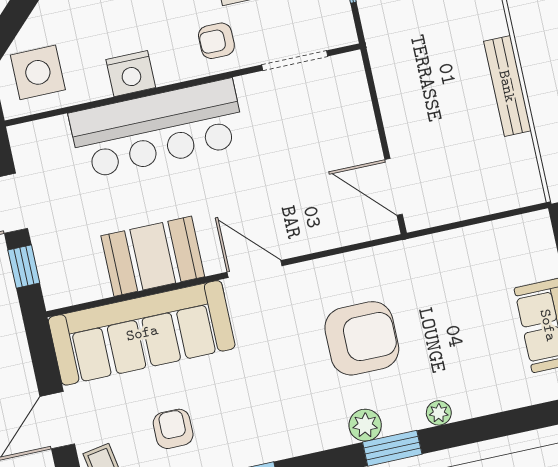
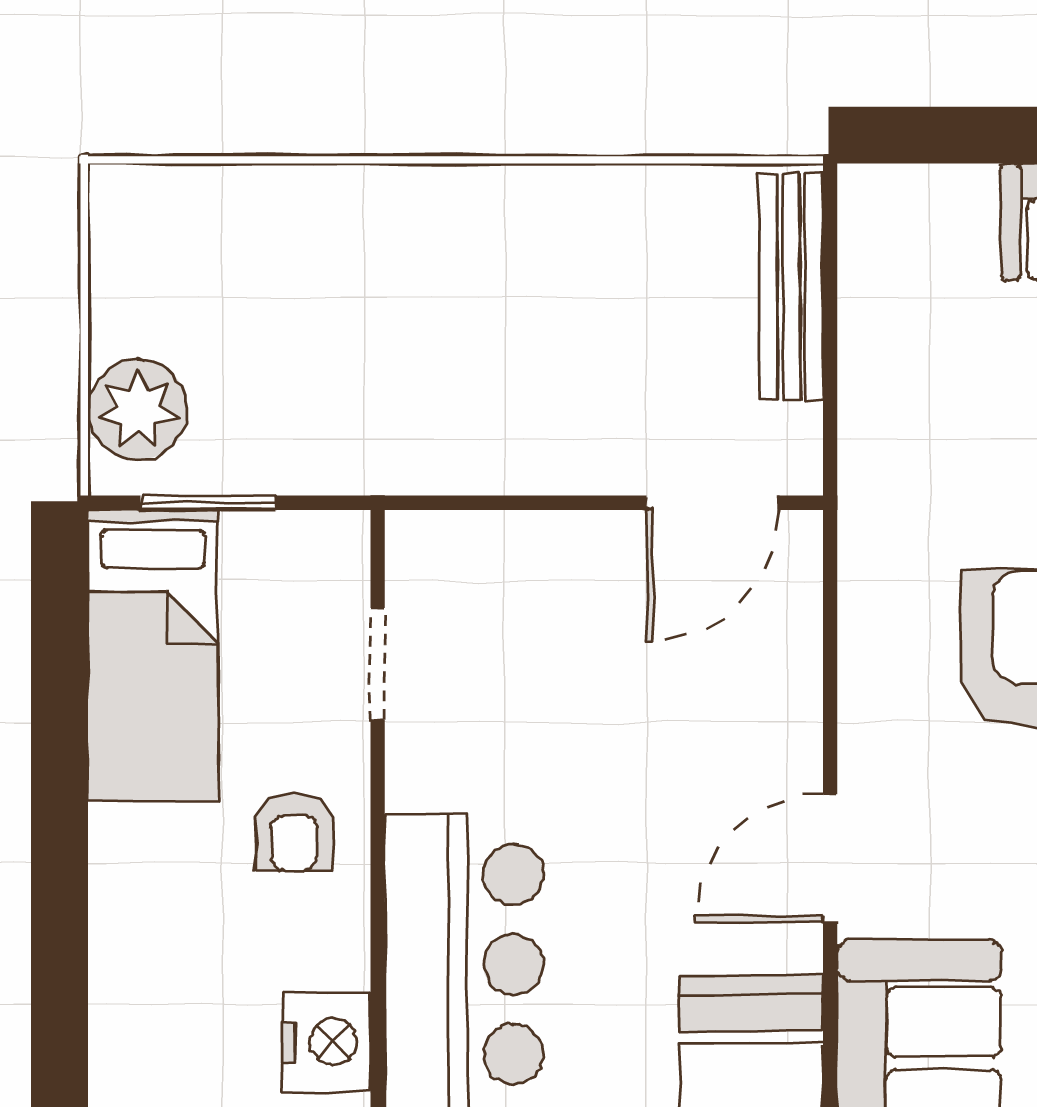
doorway: (295, 60) -> (378, 664), width x0.73
bench: (507, 86) -> (791, 287), moved, turned 90

